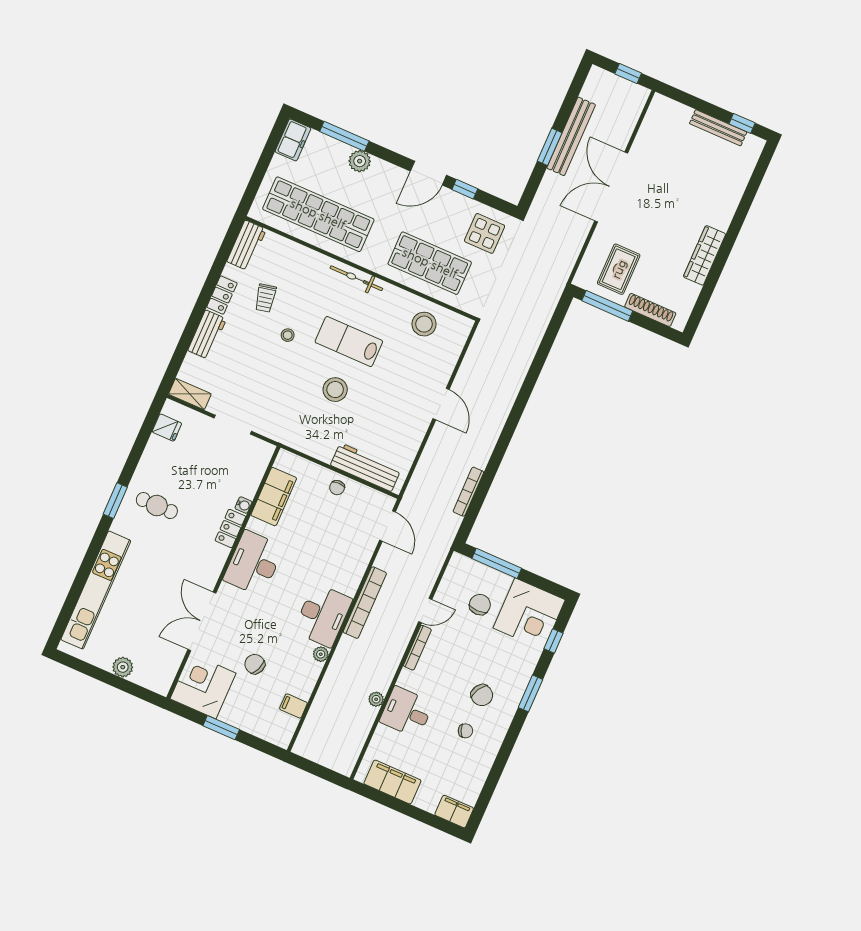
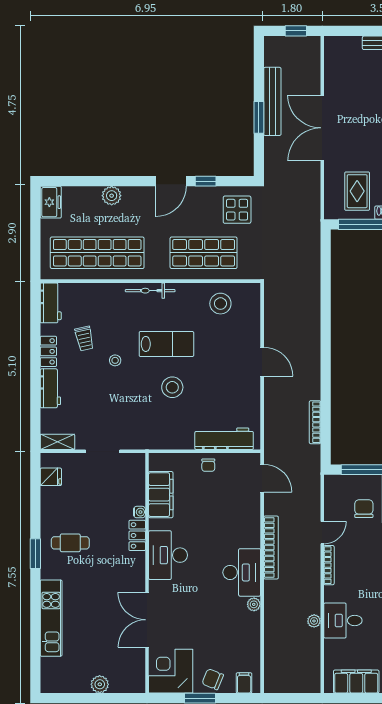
window: (344, 136) -> (91, 181), removed
lab bench: (349, 342) -> (166, 344), turned 180
kitchen unit: (96, 590) -> (51, 618), width x0.73
chair: (255, 664) -> (213, 679), moved
filing cabinet: (293, 706) -> (244, 683), moved, turned 90

